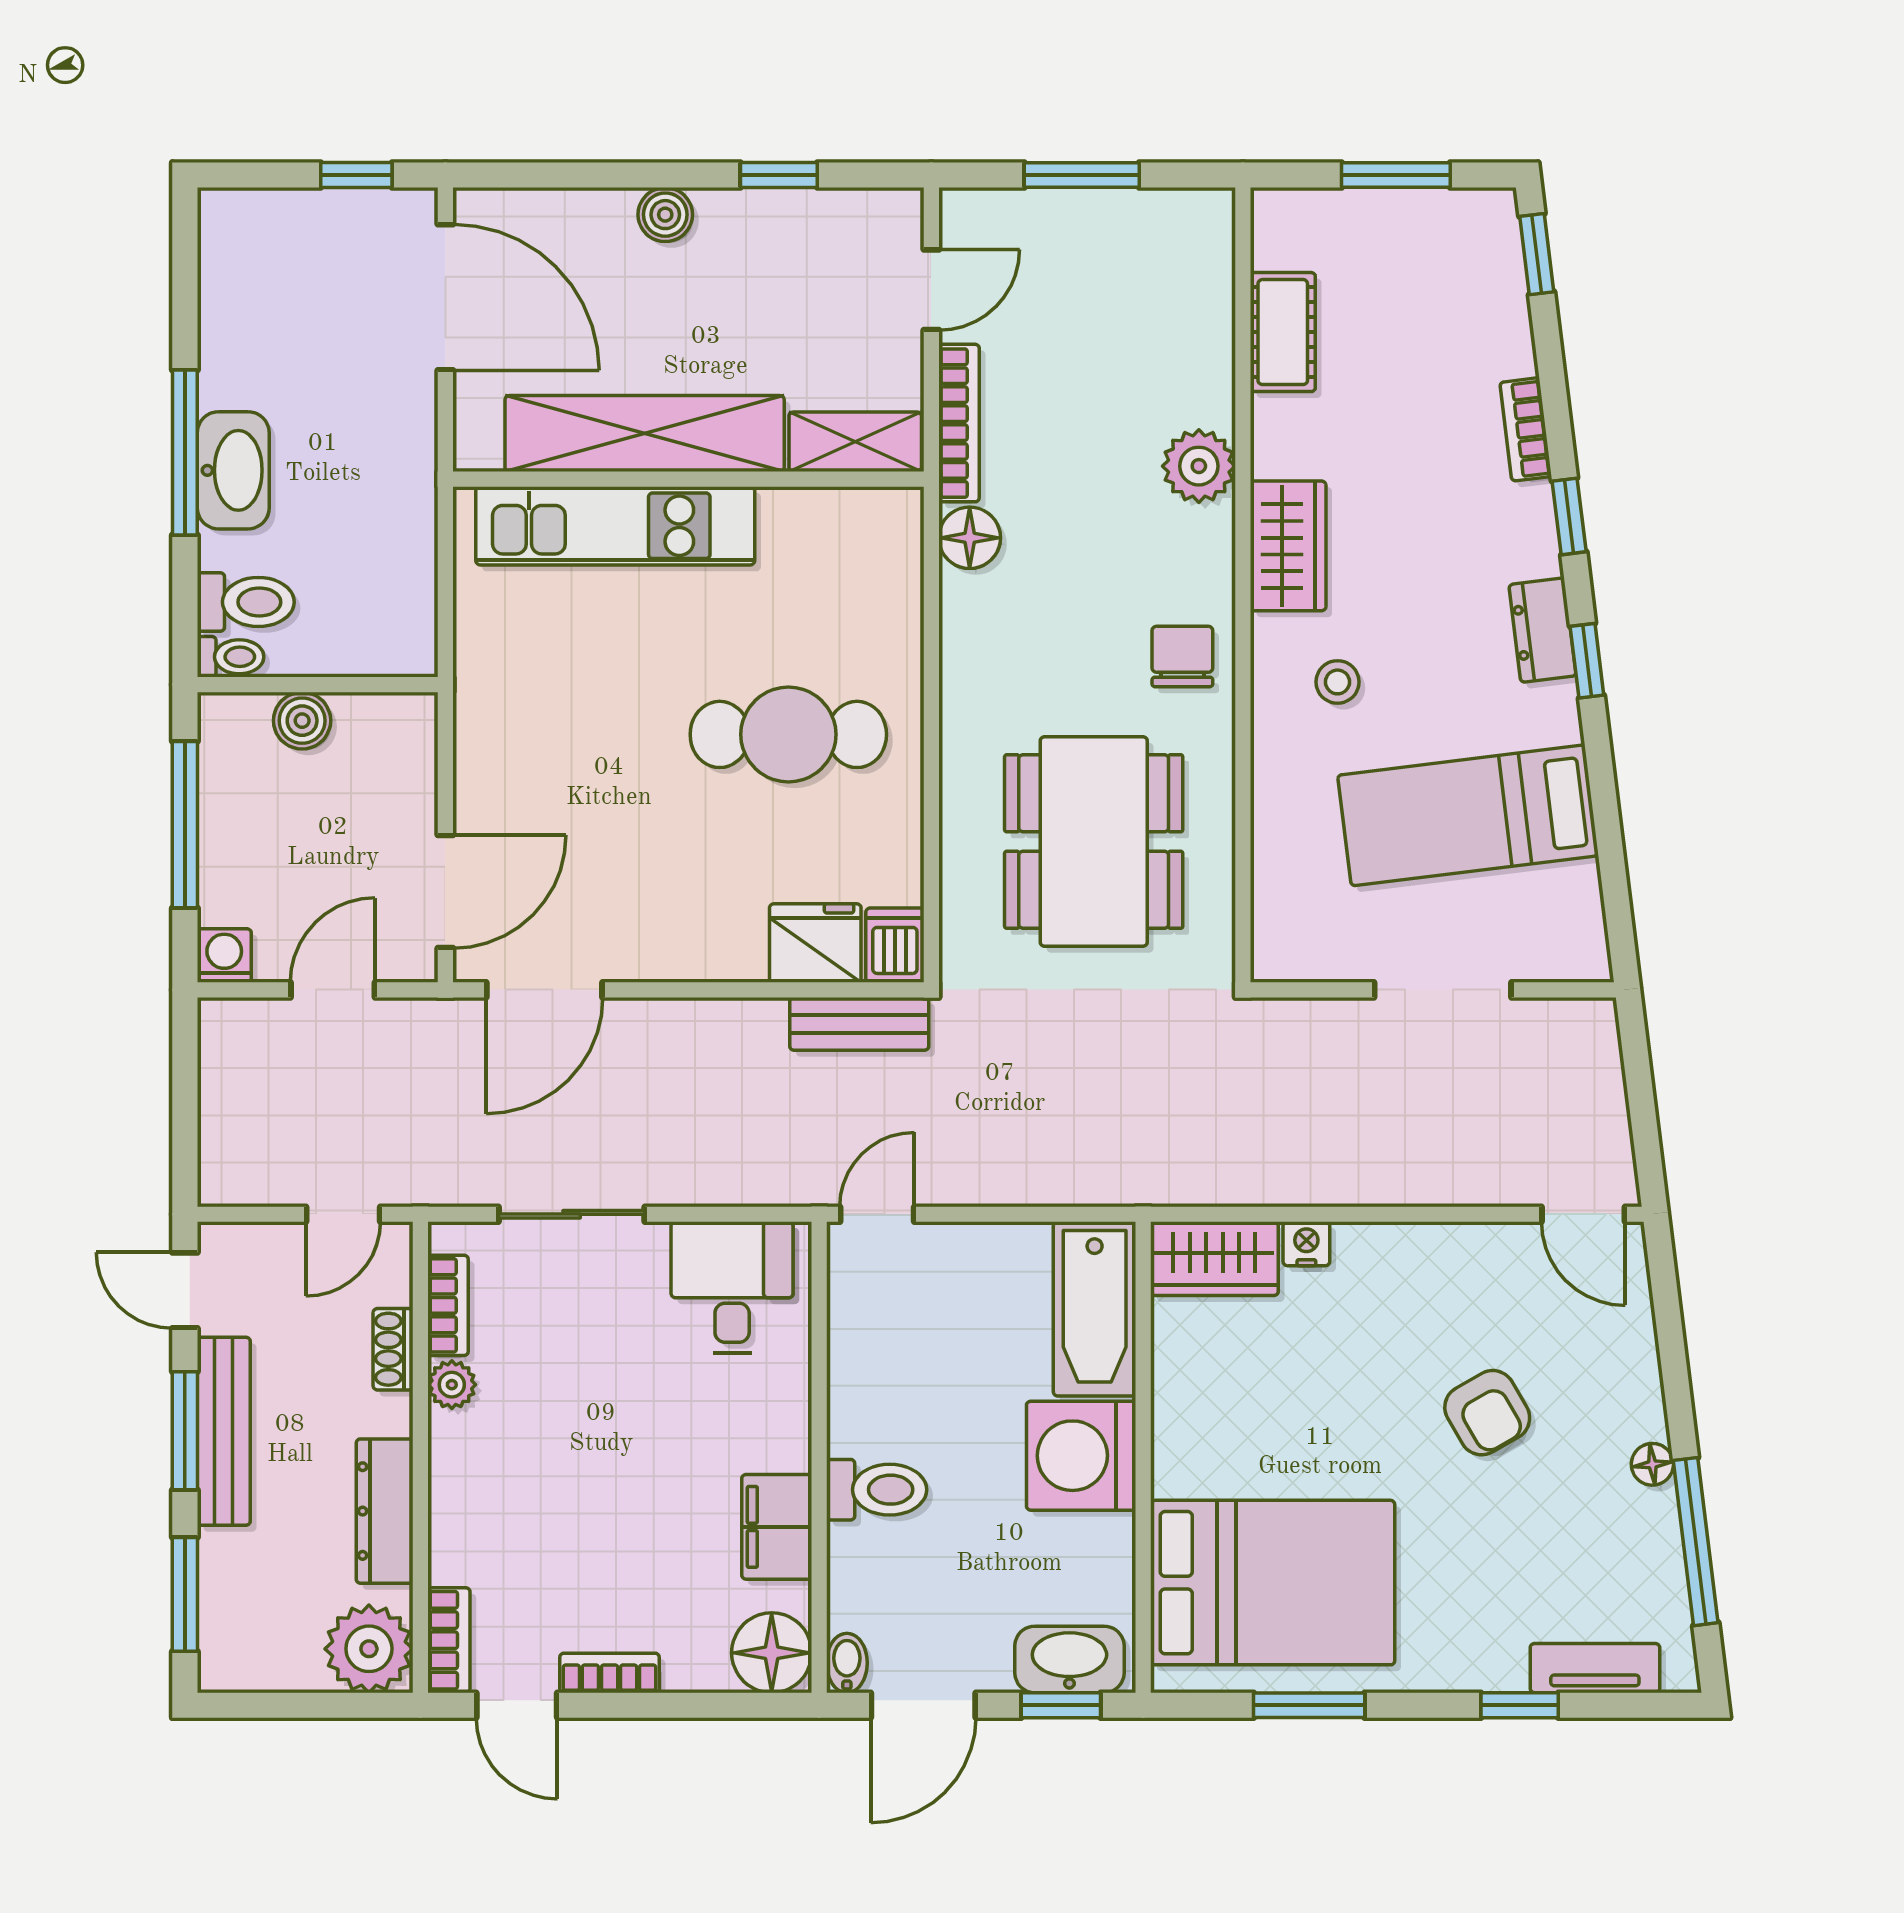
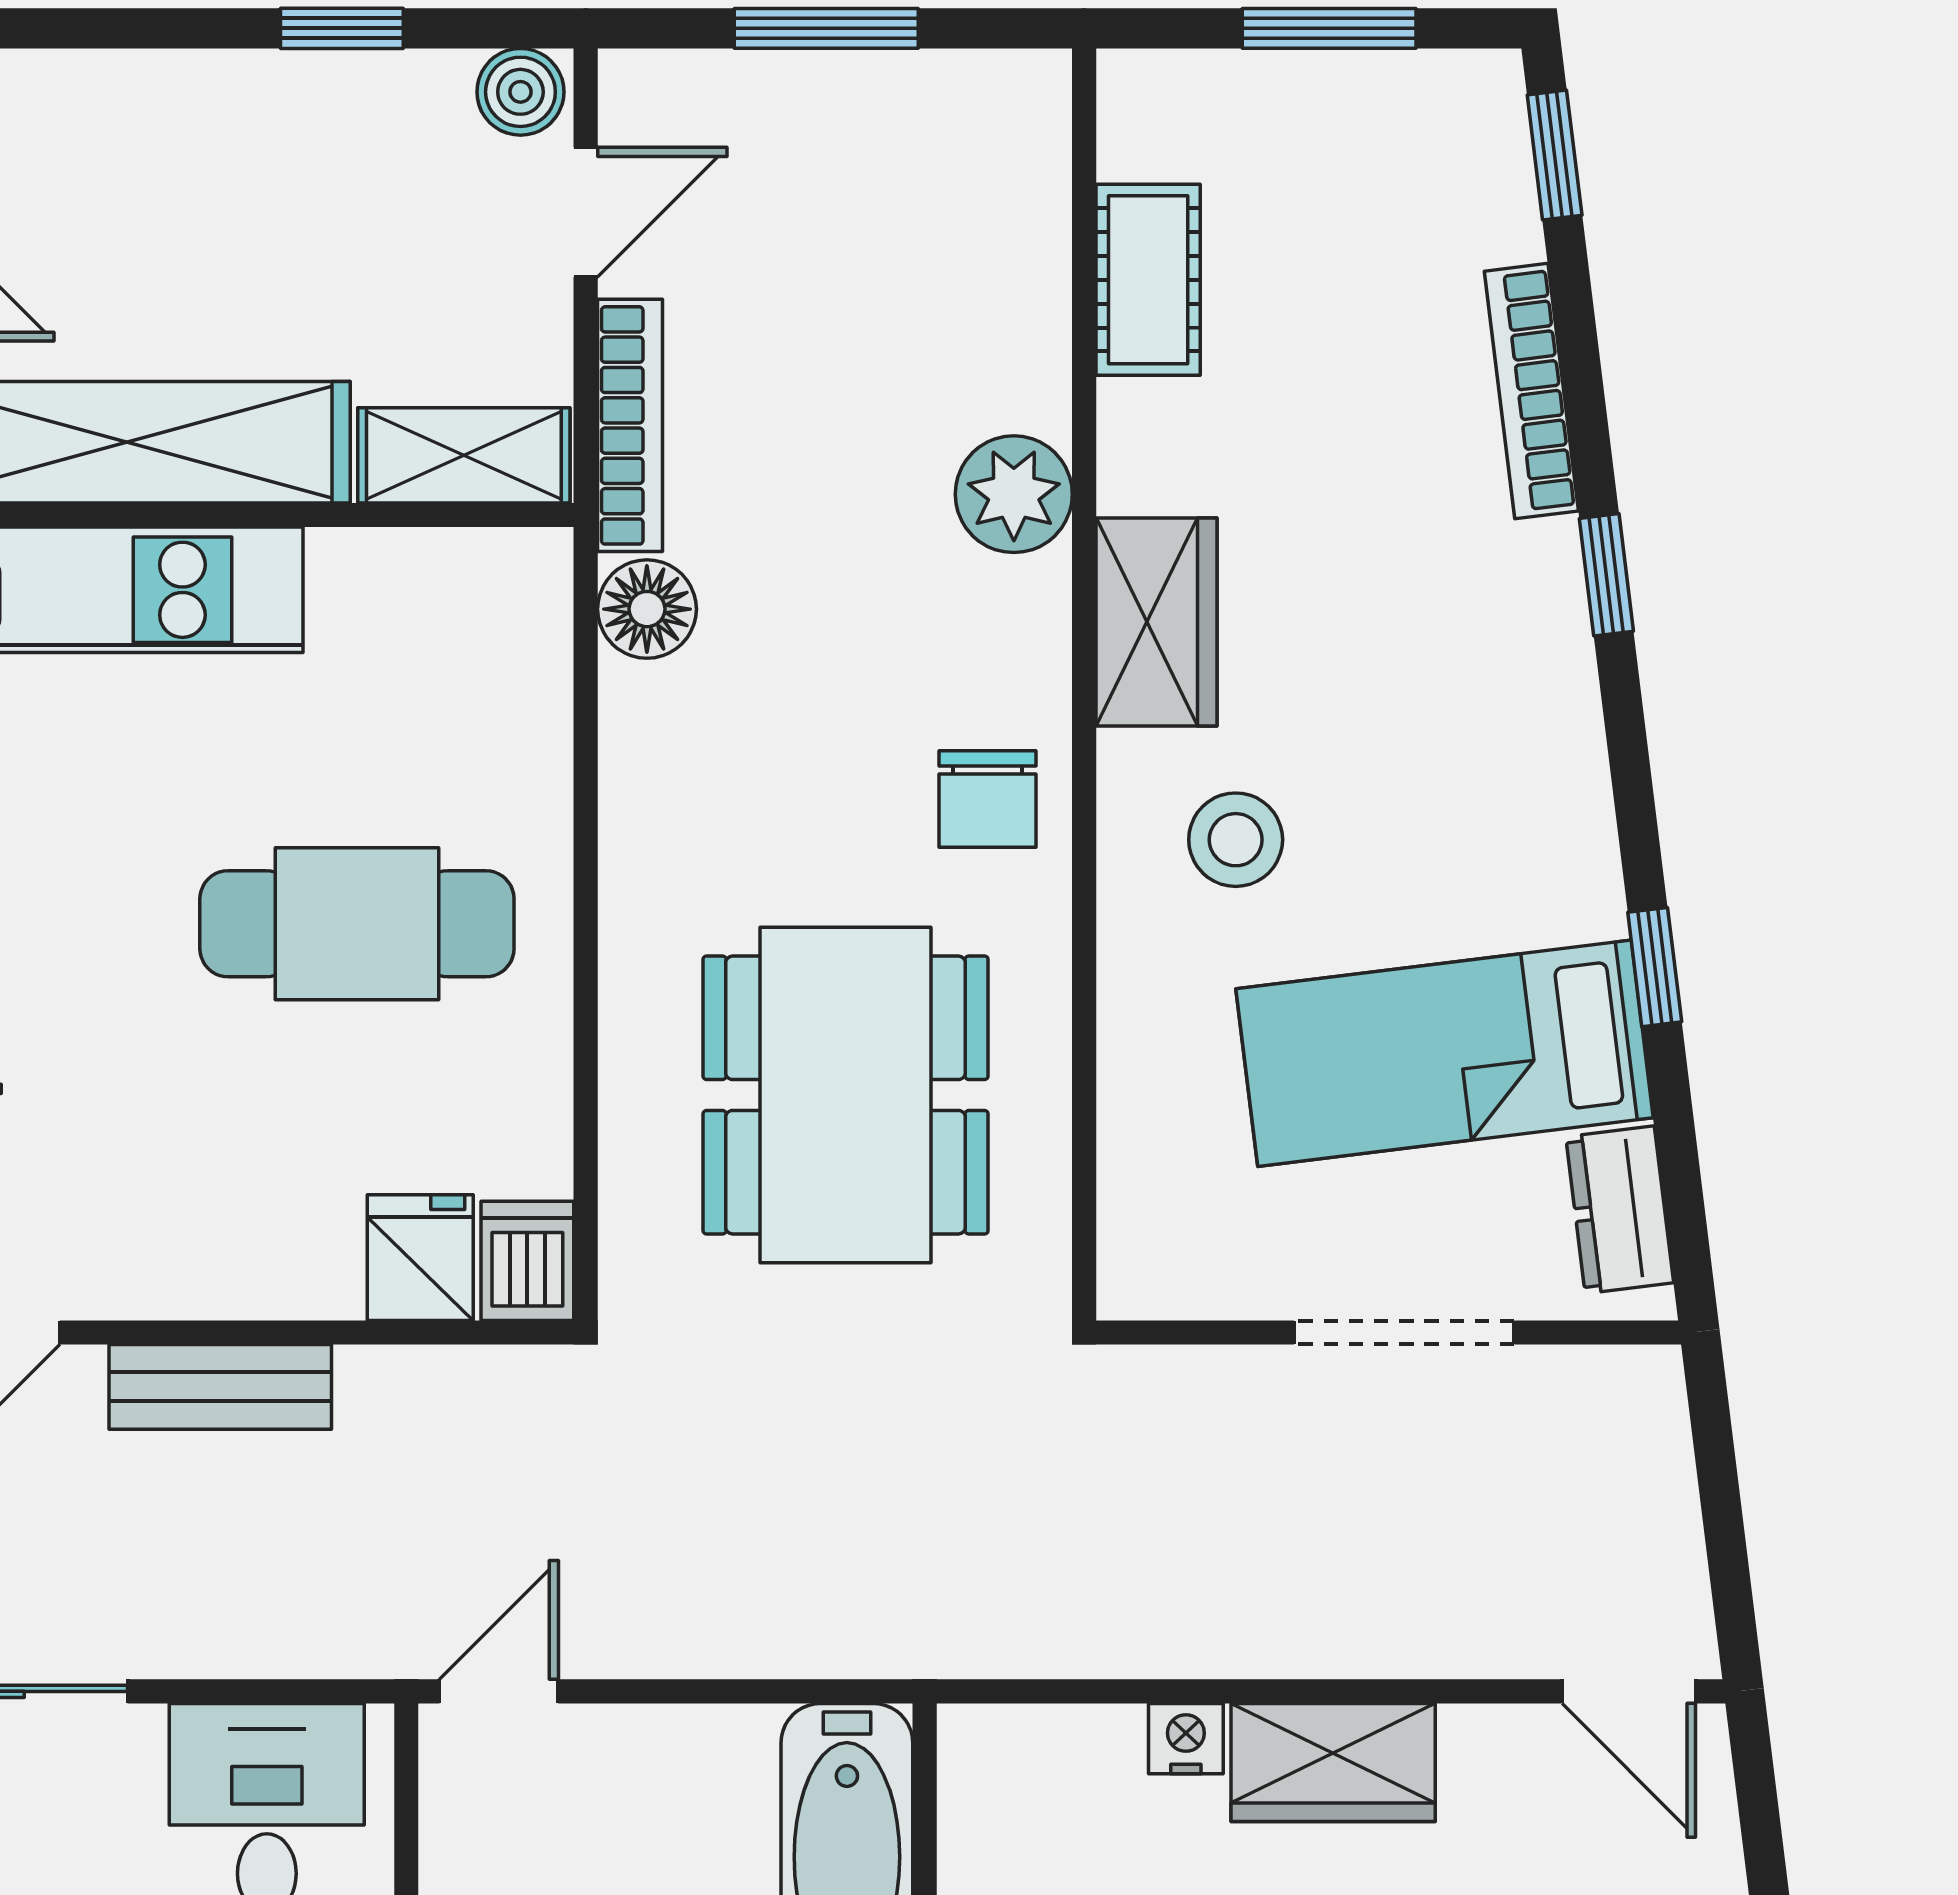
boiler: (665, 215) -> (520, 92), moved
bookcase: (1526, 429) -> (1531, 391), width x1.56
dresser: (1543, 630) -> (1620, 1210), moved
chair: (1182, 657) -> (987, 799), turned 180
window: (1587, 661) -> (1655, 967), moved
stool: (1338, 682) -> (1236, 840), width x1.37, depth x1.37
fridge: (815, 943) -> (420, 1258), width x0.72
bench: (859, 1024) -> (220, 1387), moved
wardrobe: (1214, 1259) -> (1333, 1763), moved

